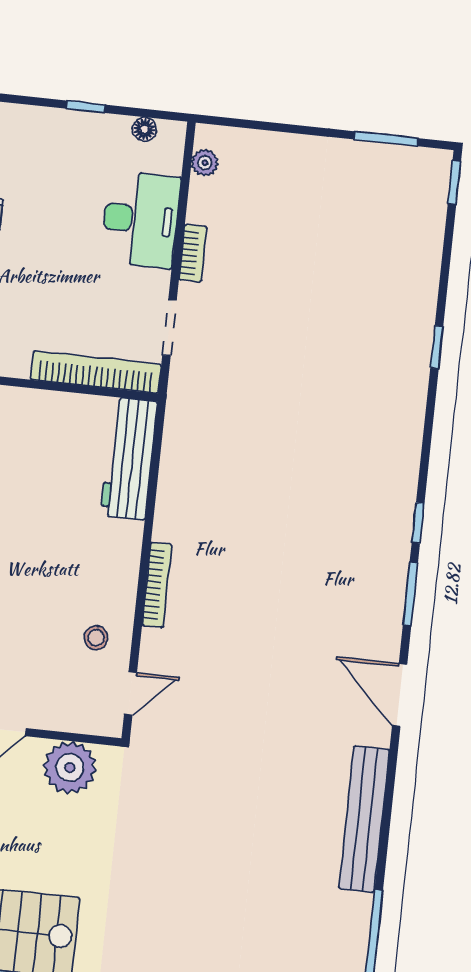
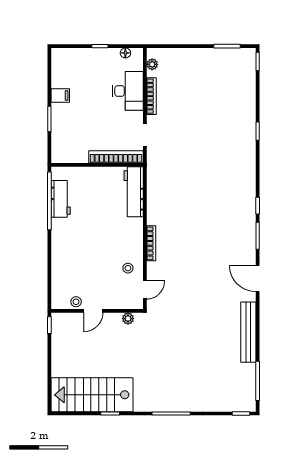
bookcase: (193, 253) -> (151, 96), width x1.56
plant: (70, 768) -> (128, 319), width x0.53, depth x0.53

